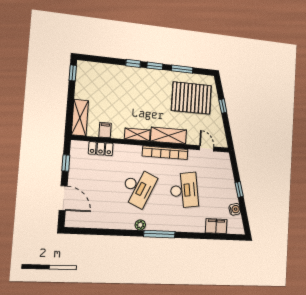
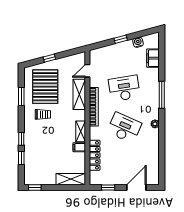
window: (155, 66) -> (21, 158), moved
trolley: (160, 92) -> (43, 114), added
filing cabinet: (105, 130) -> (79, 147), moved
shelving: (168, 136) -> (79, 94), moved
locker: (101, 149) -> (95, 155), width x1.53
window: (159, 234) -> (162, 95), moved

